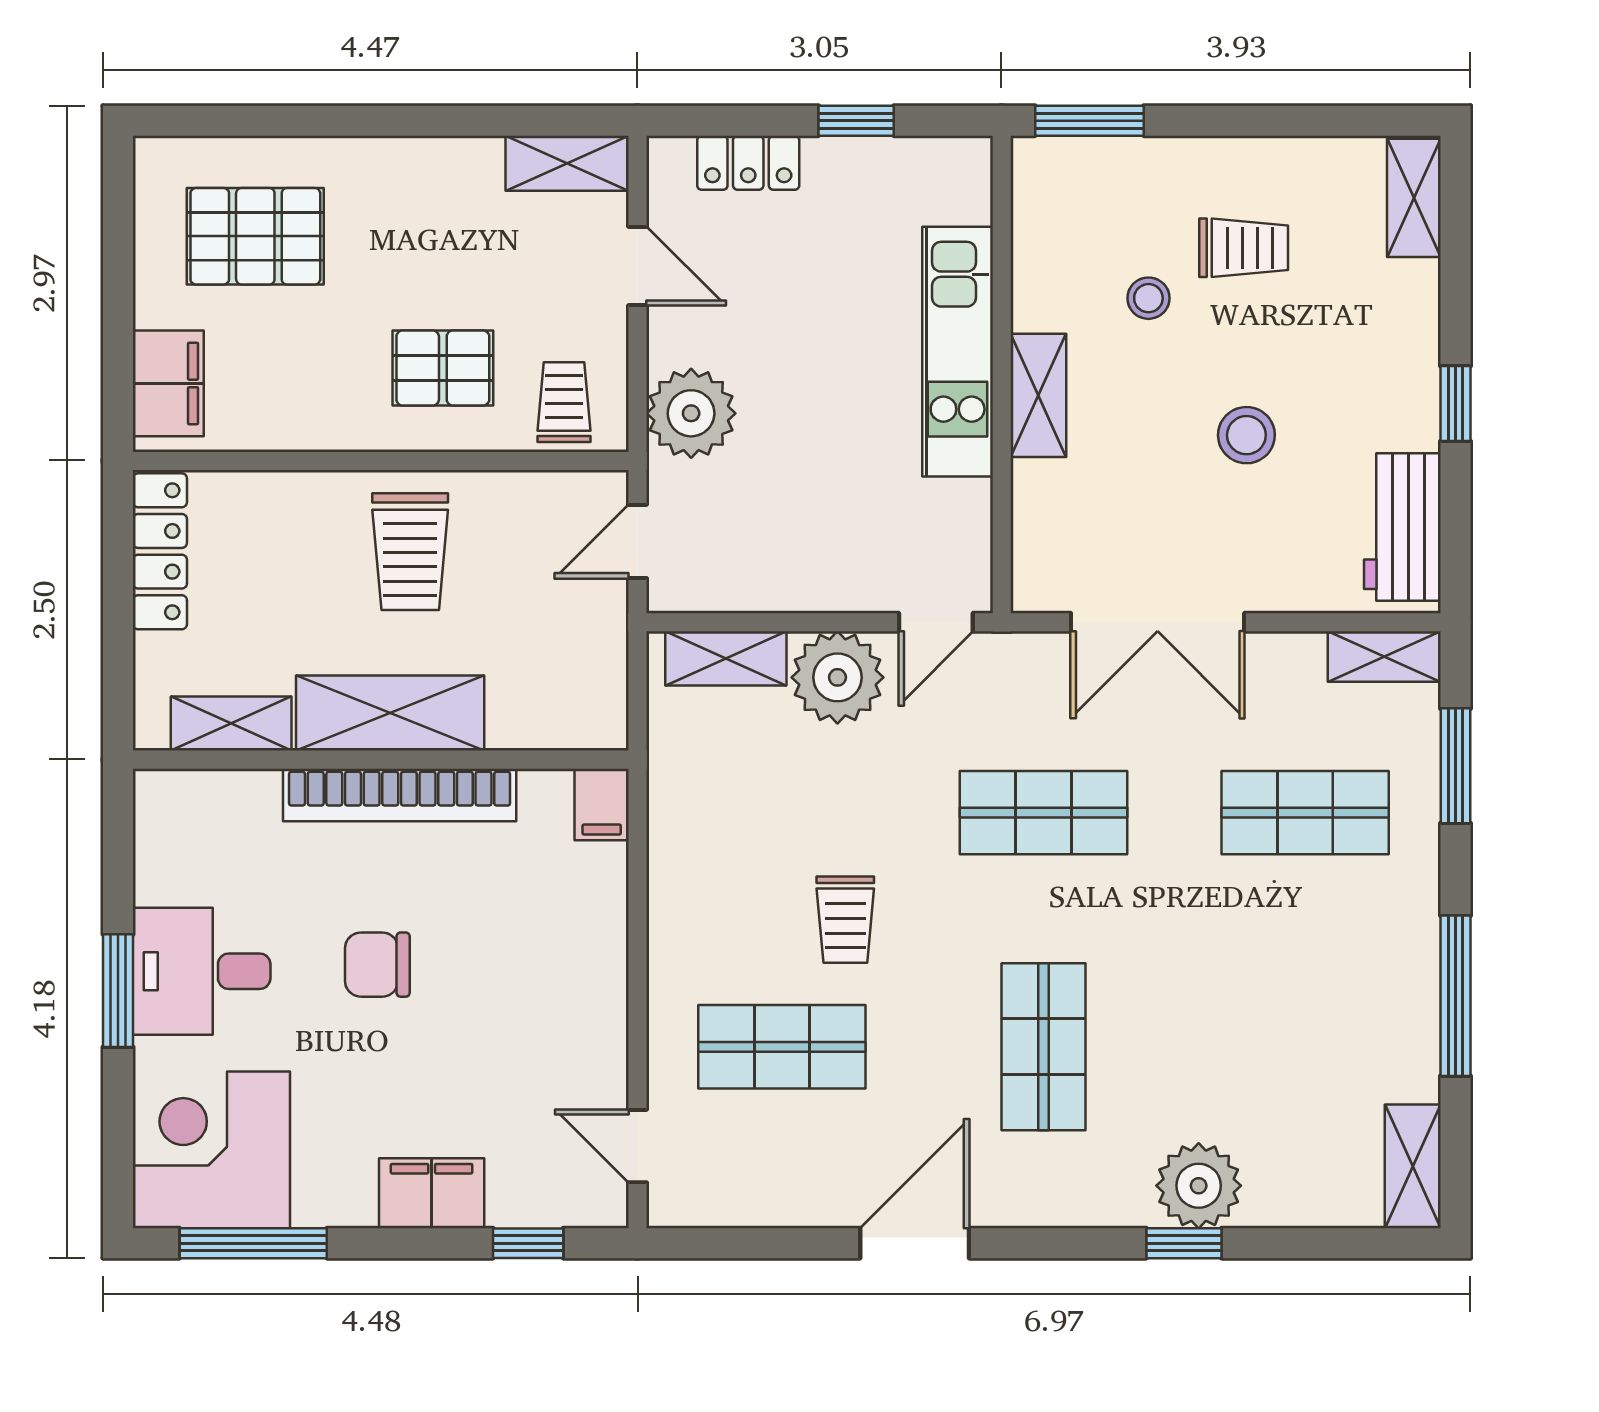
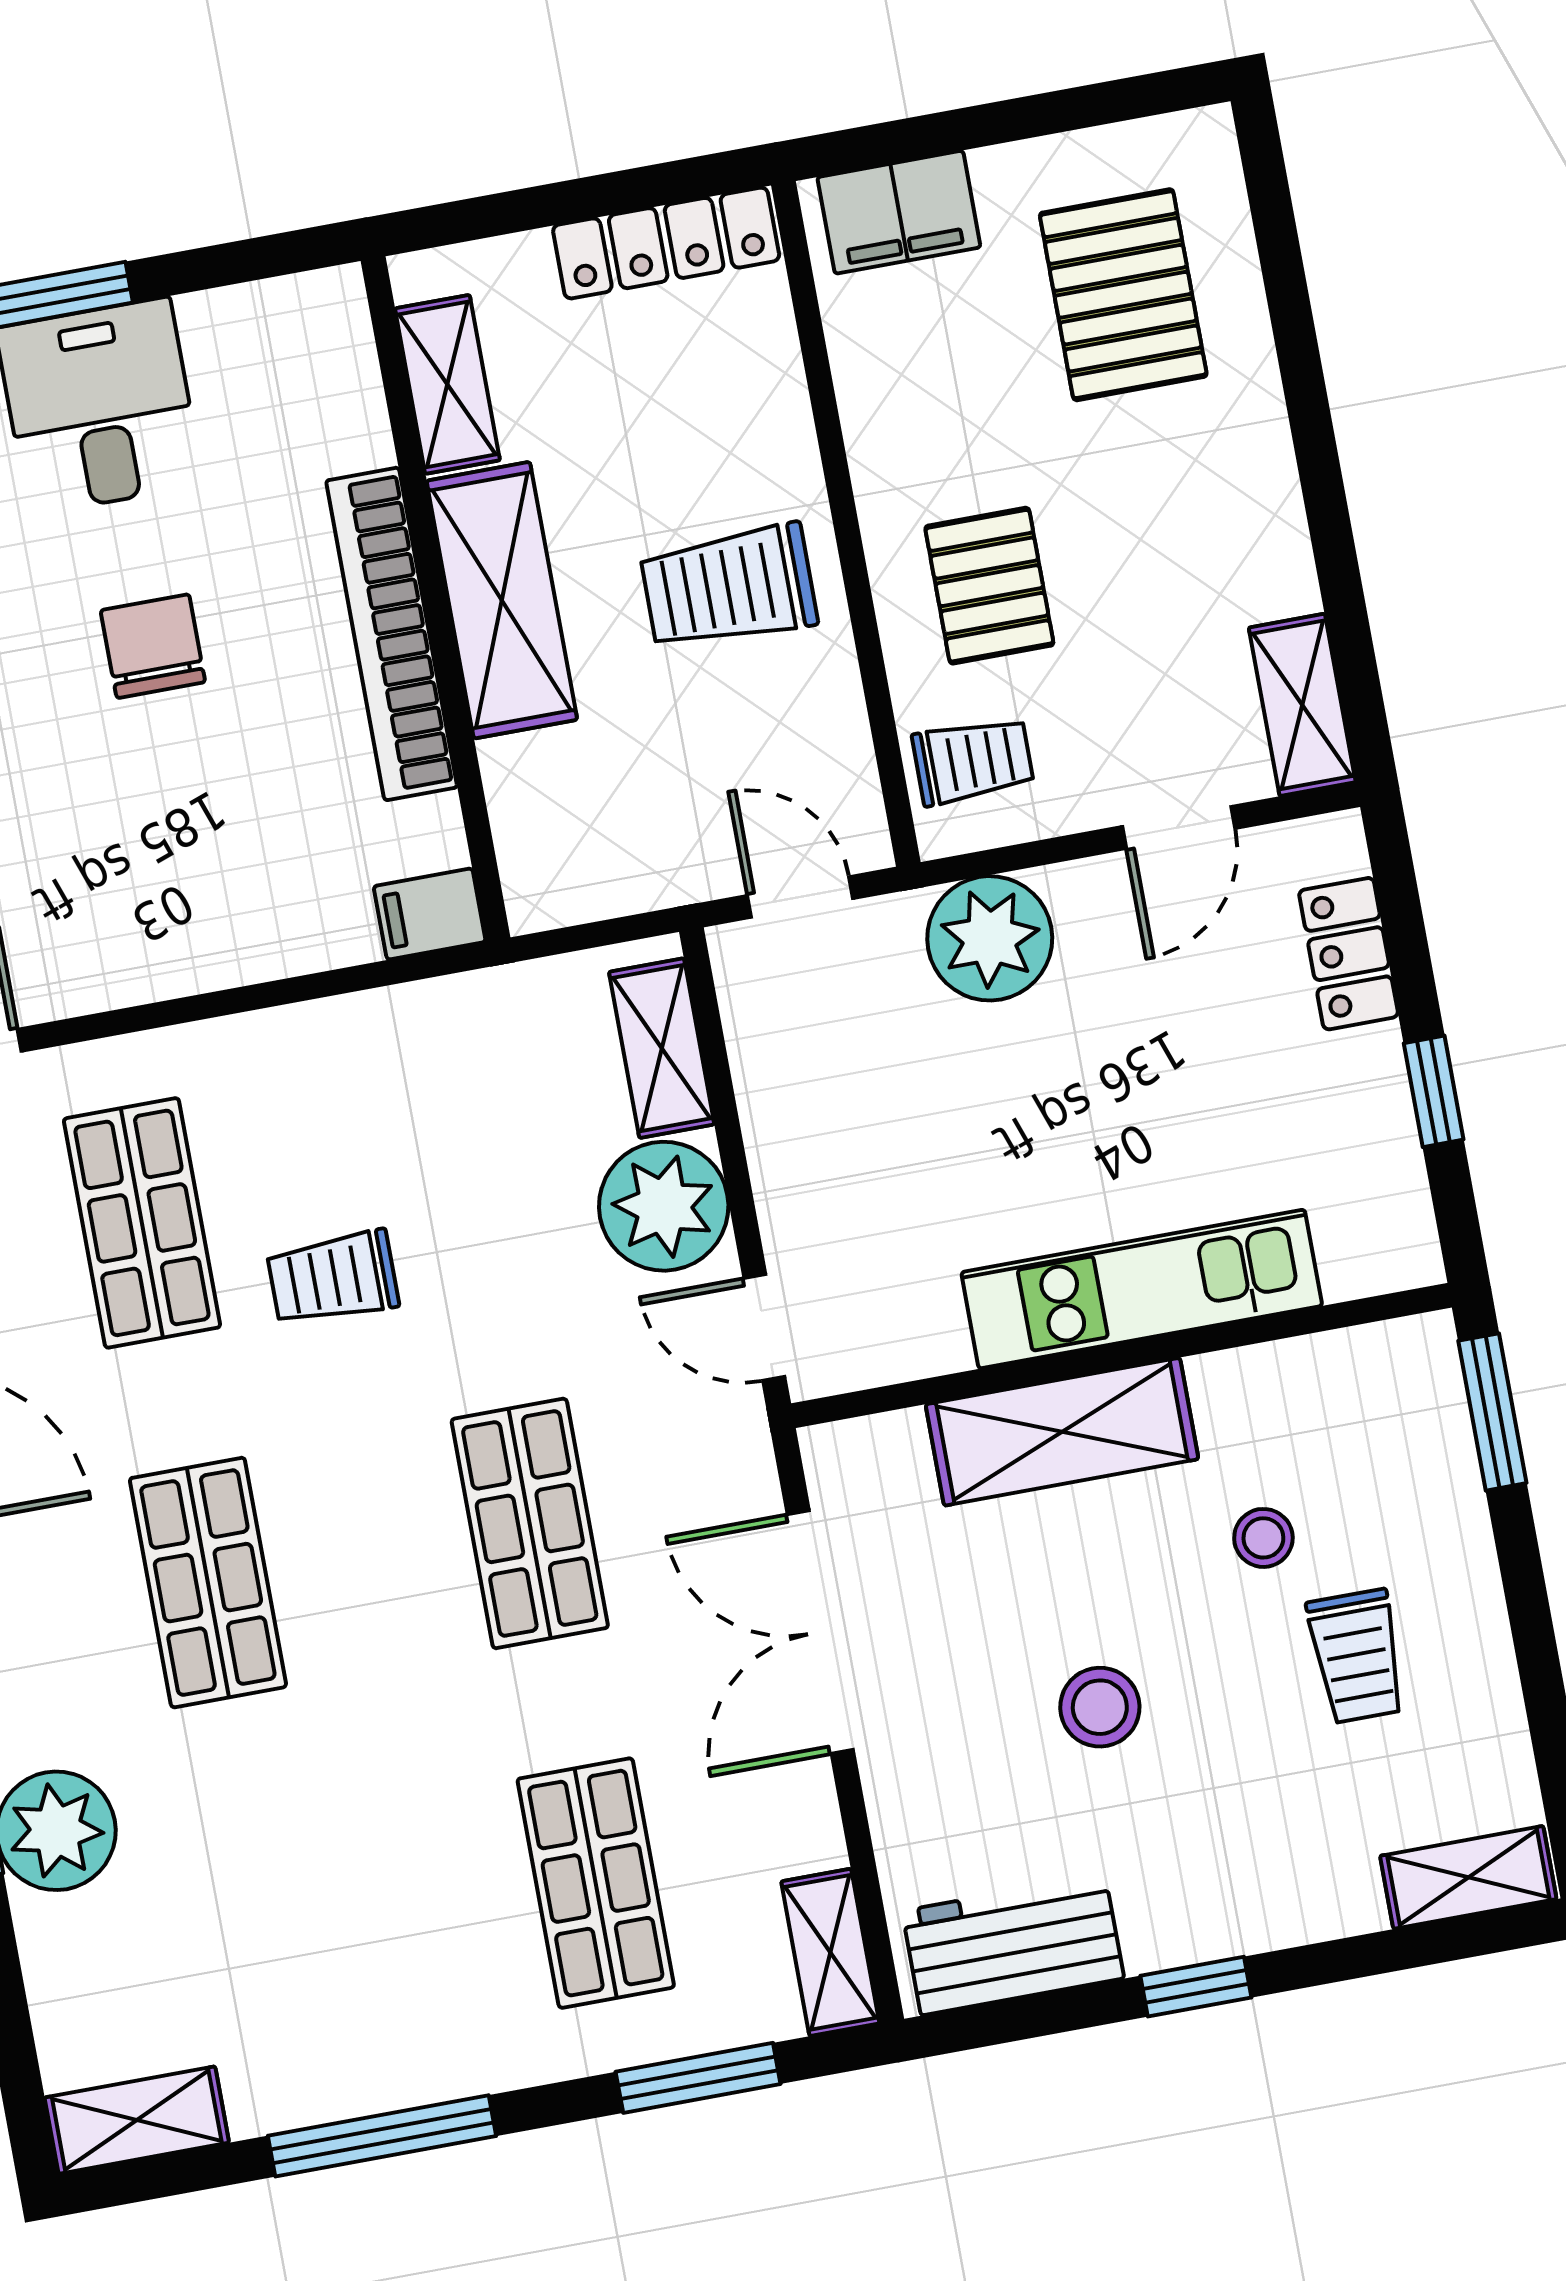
shelving: (1038, 395) -> (1062, 1432), width x1.50, depth x1.33
shop shelf: (1044, 1047) -> (208, 1583), turned 90

